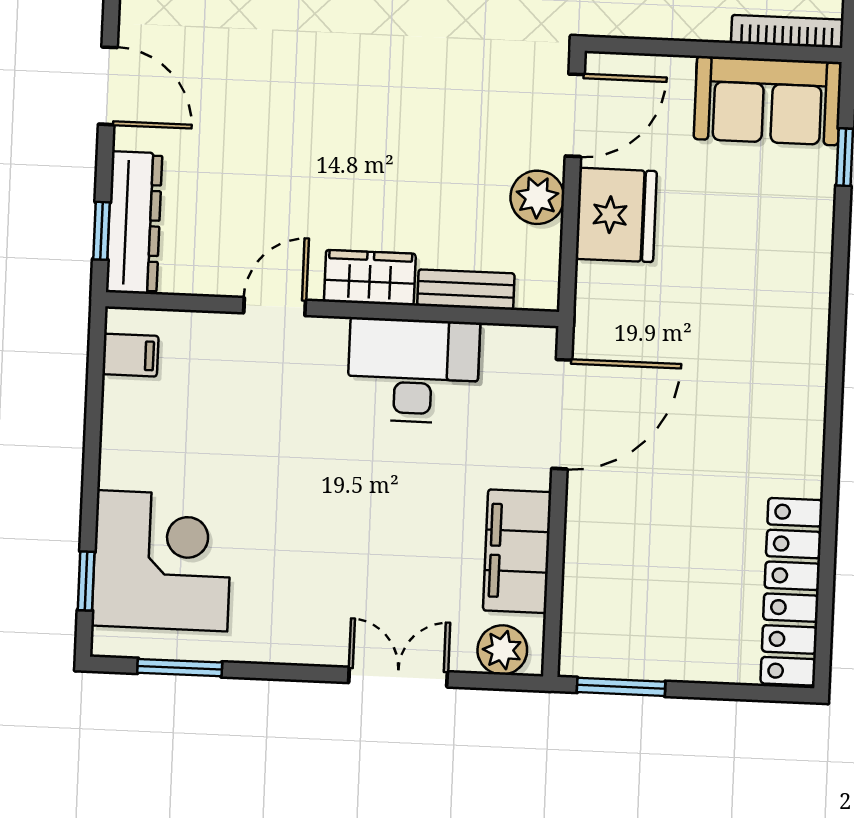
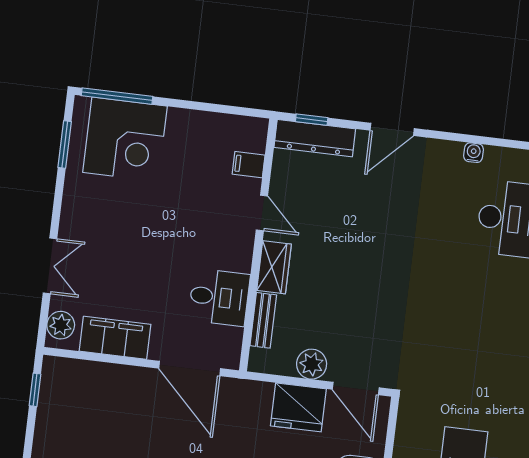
filing cabinet: (130, 355) -> (249, 165), moved, turned 90
desk: (413, 371) -> (219, 297), width x0.73
window: (86, 581) -> (117, 96), width x2.17
window: (621, 687) -> (35, 390), width x0.67

